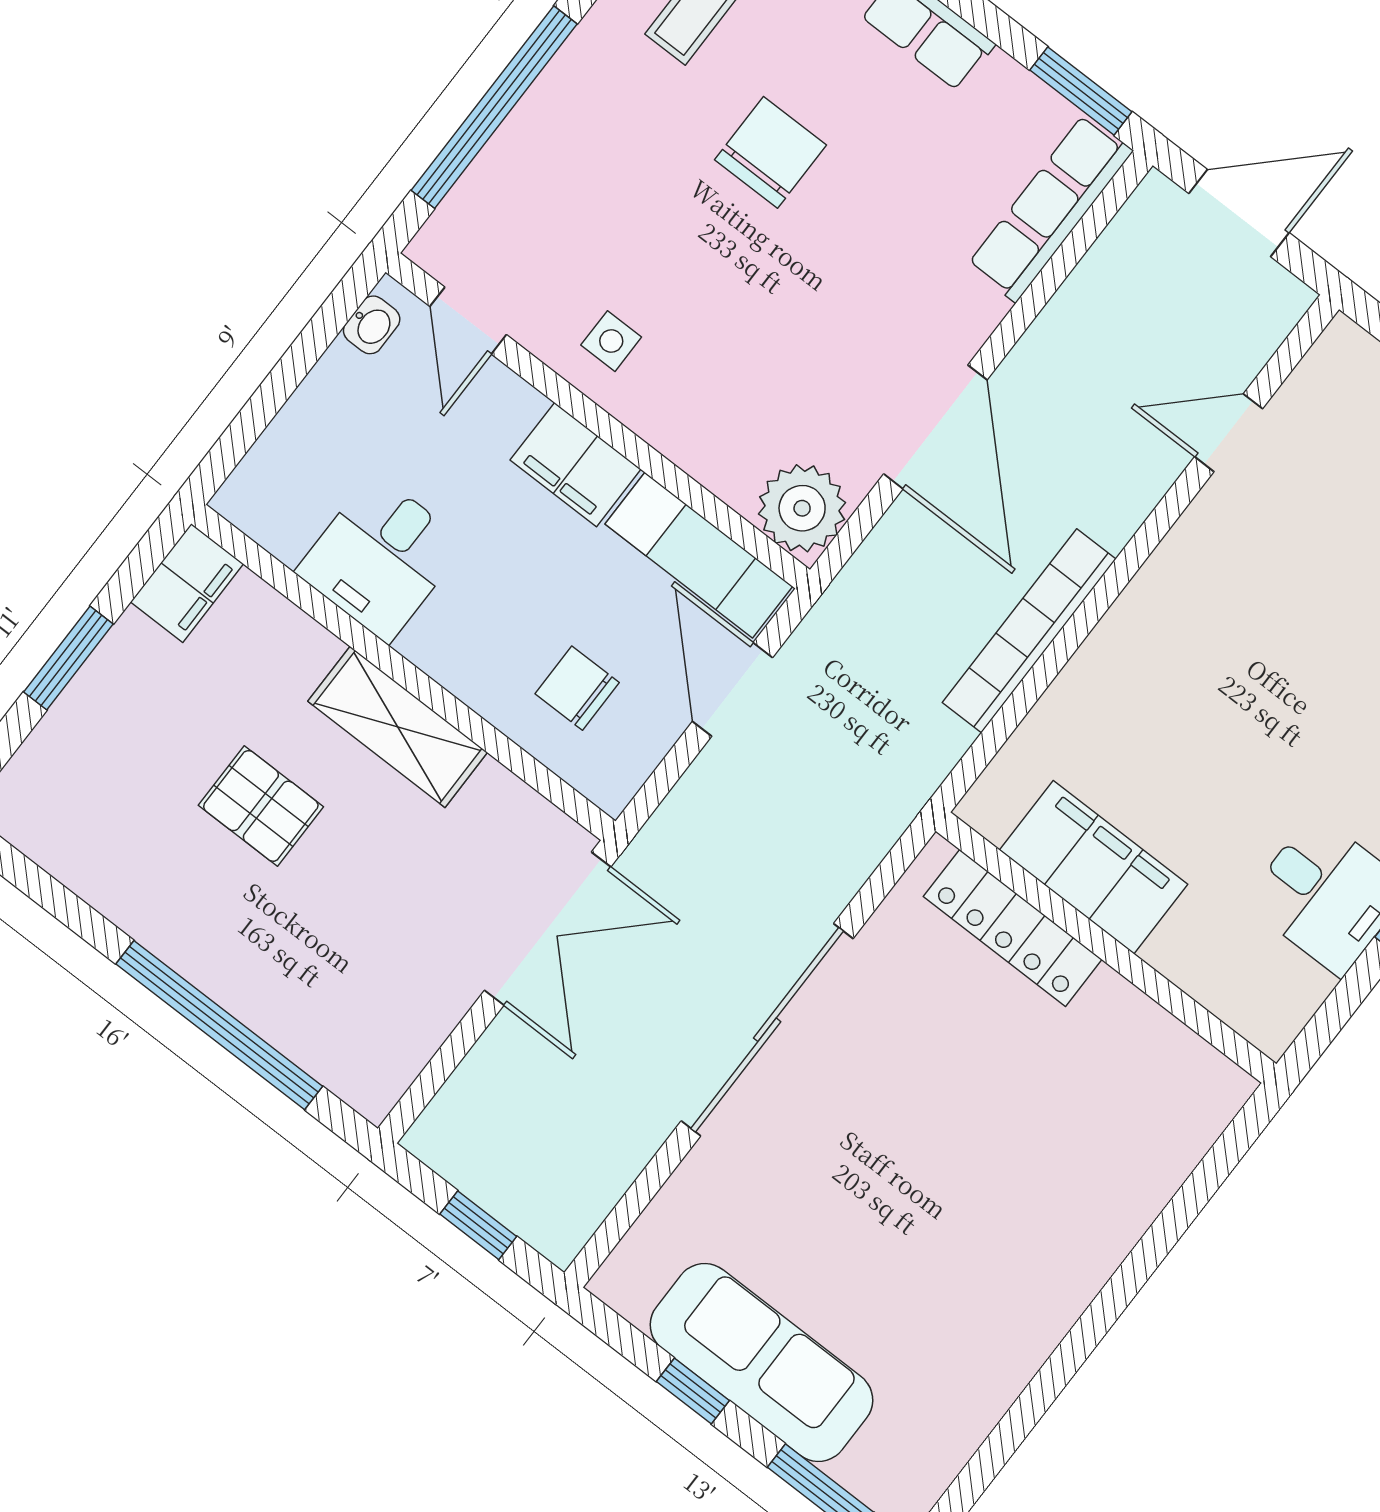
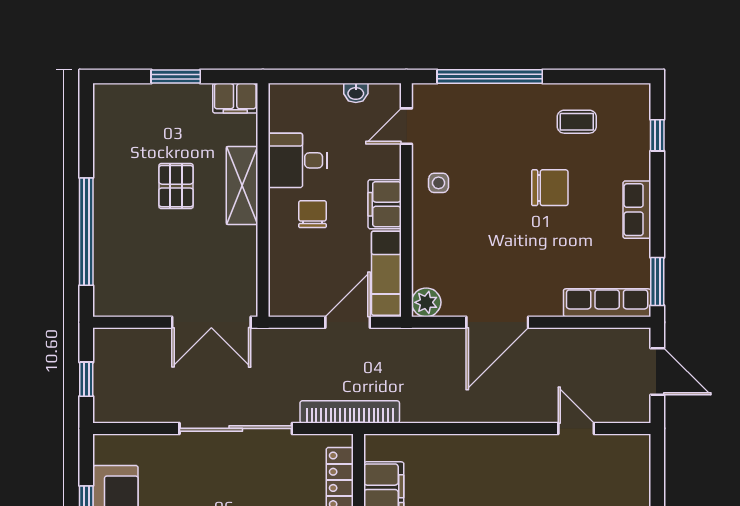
washbasin: (372, 325) -> (356, 93), moved
plant: (802, 508) -> (426, 302), width x0.73, depth x0.73
bookcase: (1029, 631) -> (350, 412), moved
chair: (577, 688) -> (313, 214), moved
shelving: (398, 727) -> (242, 185), moved

